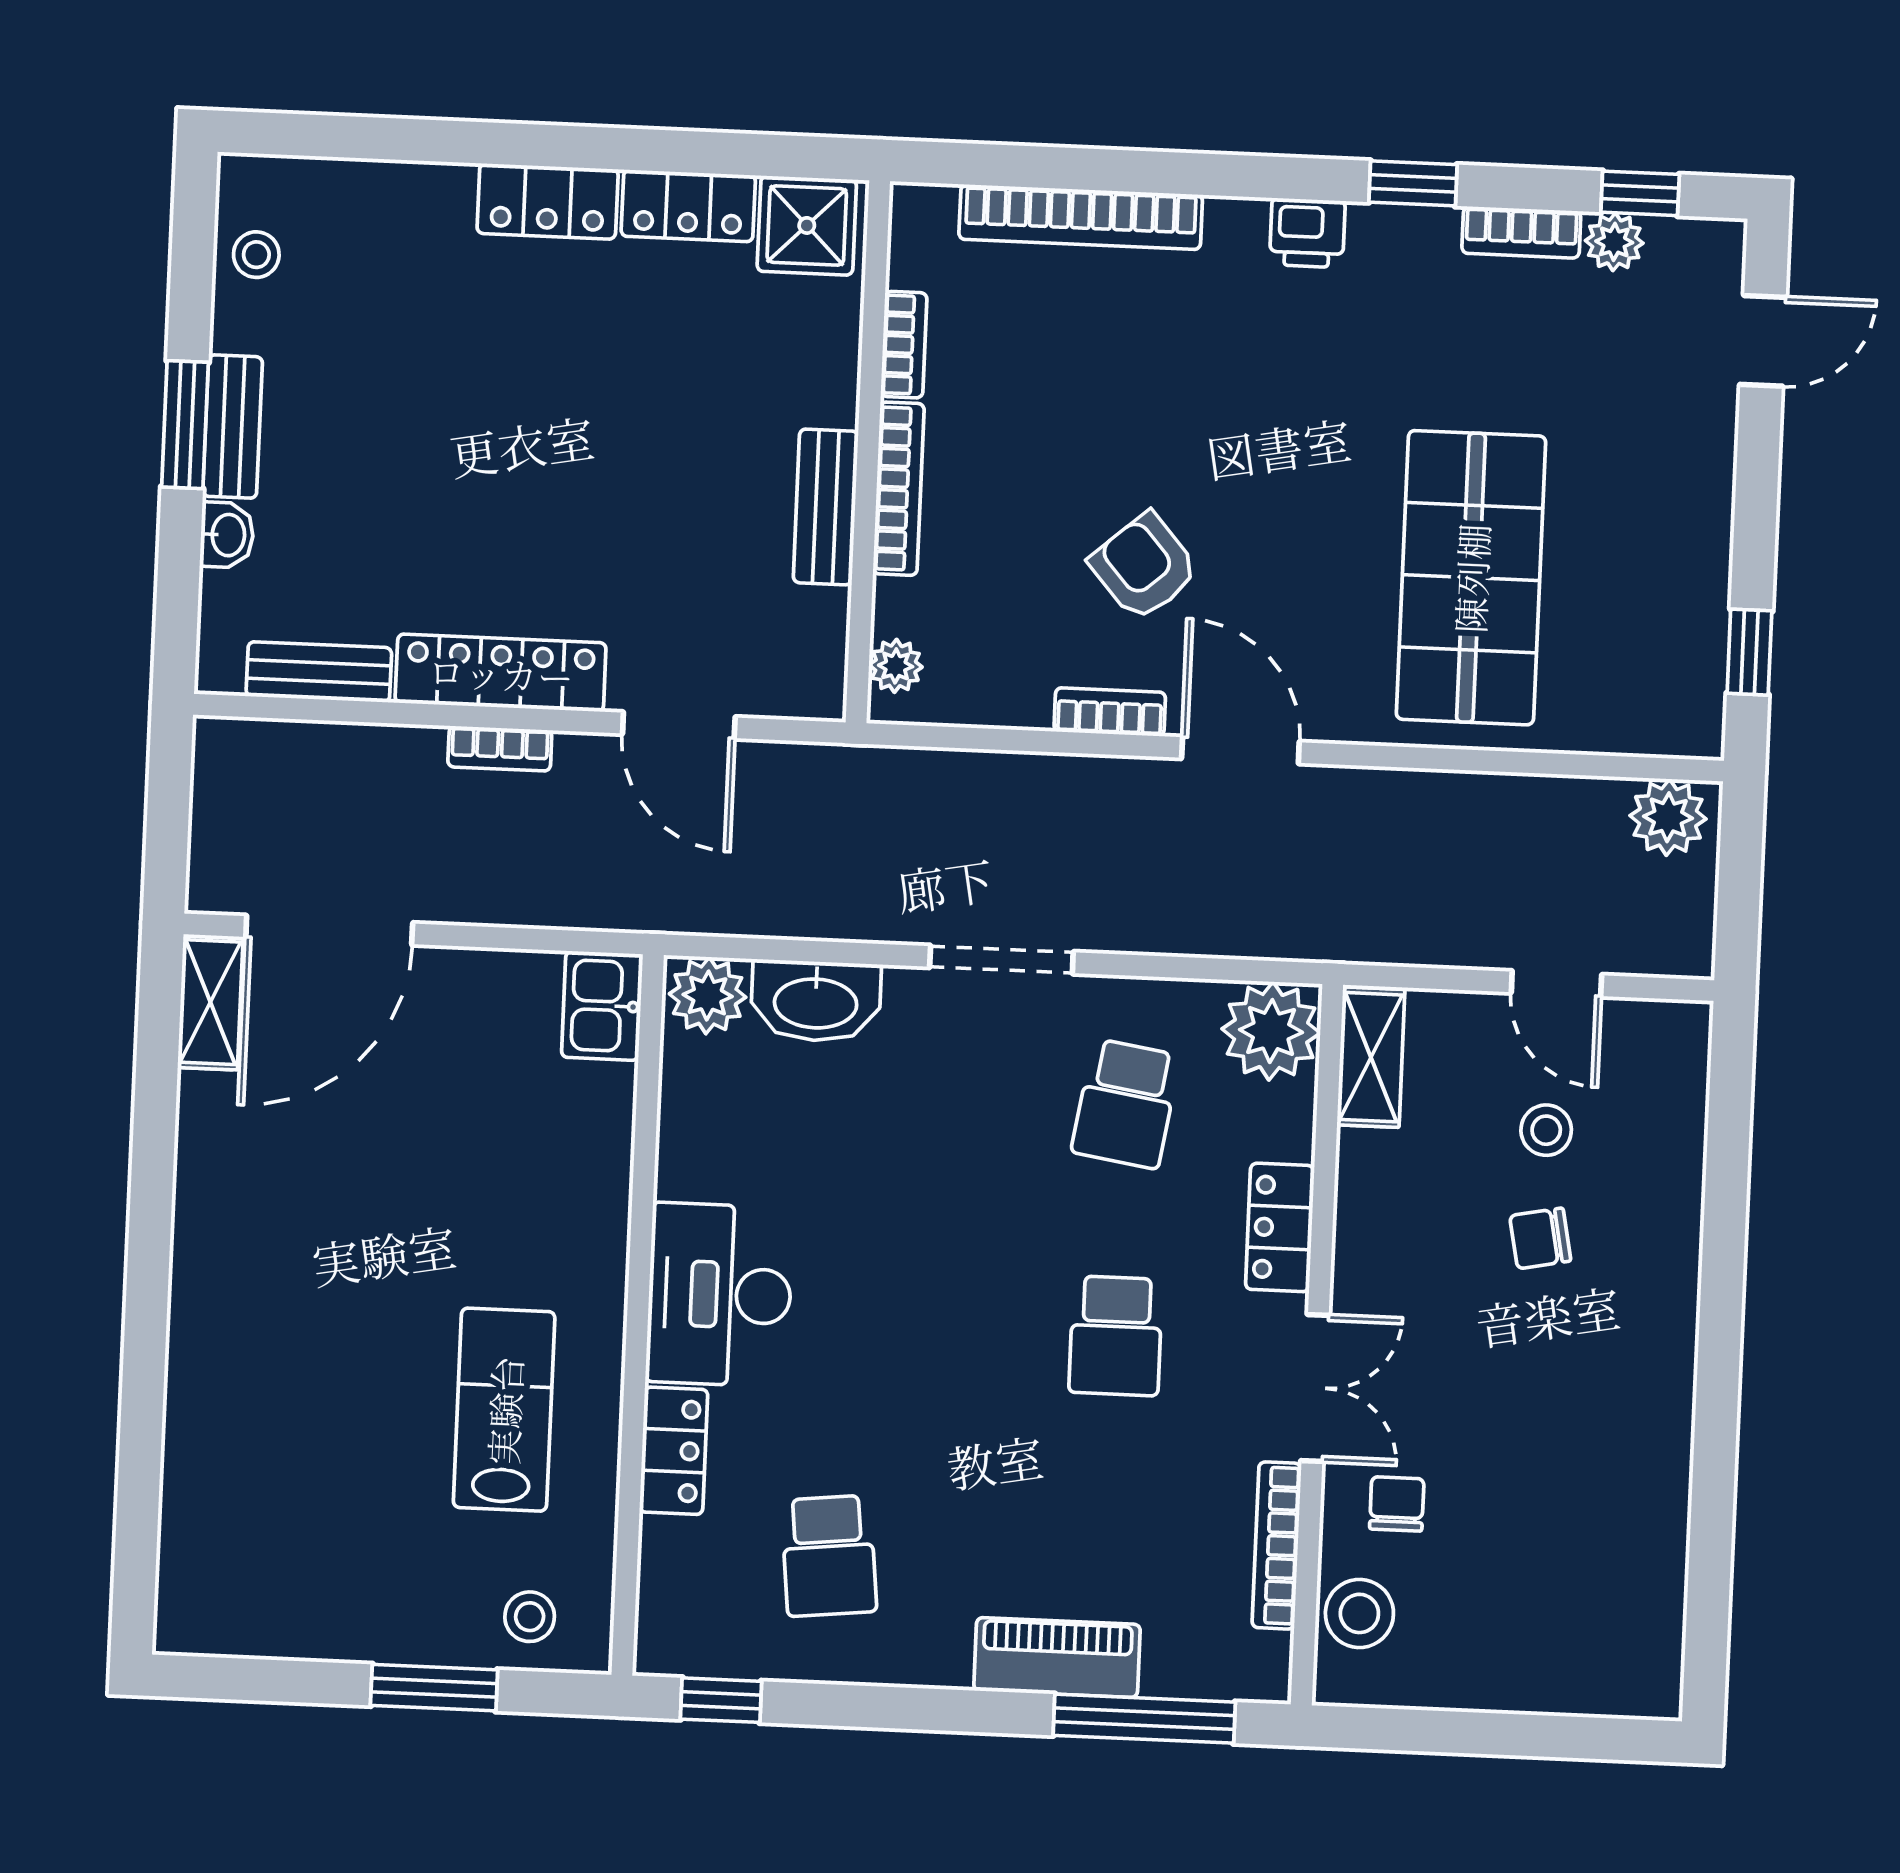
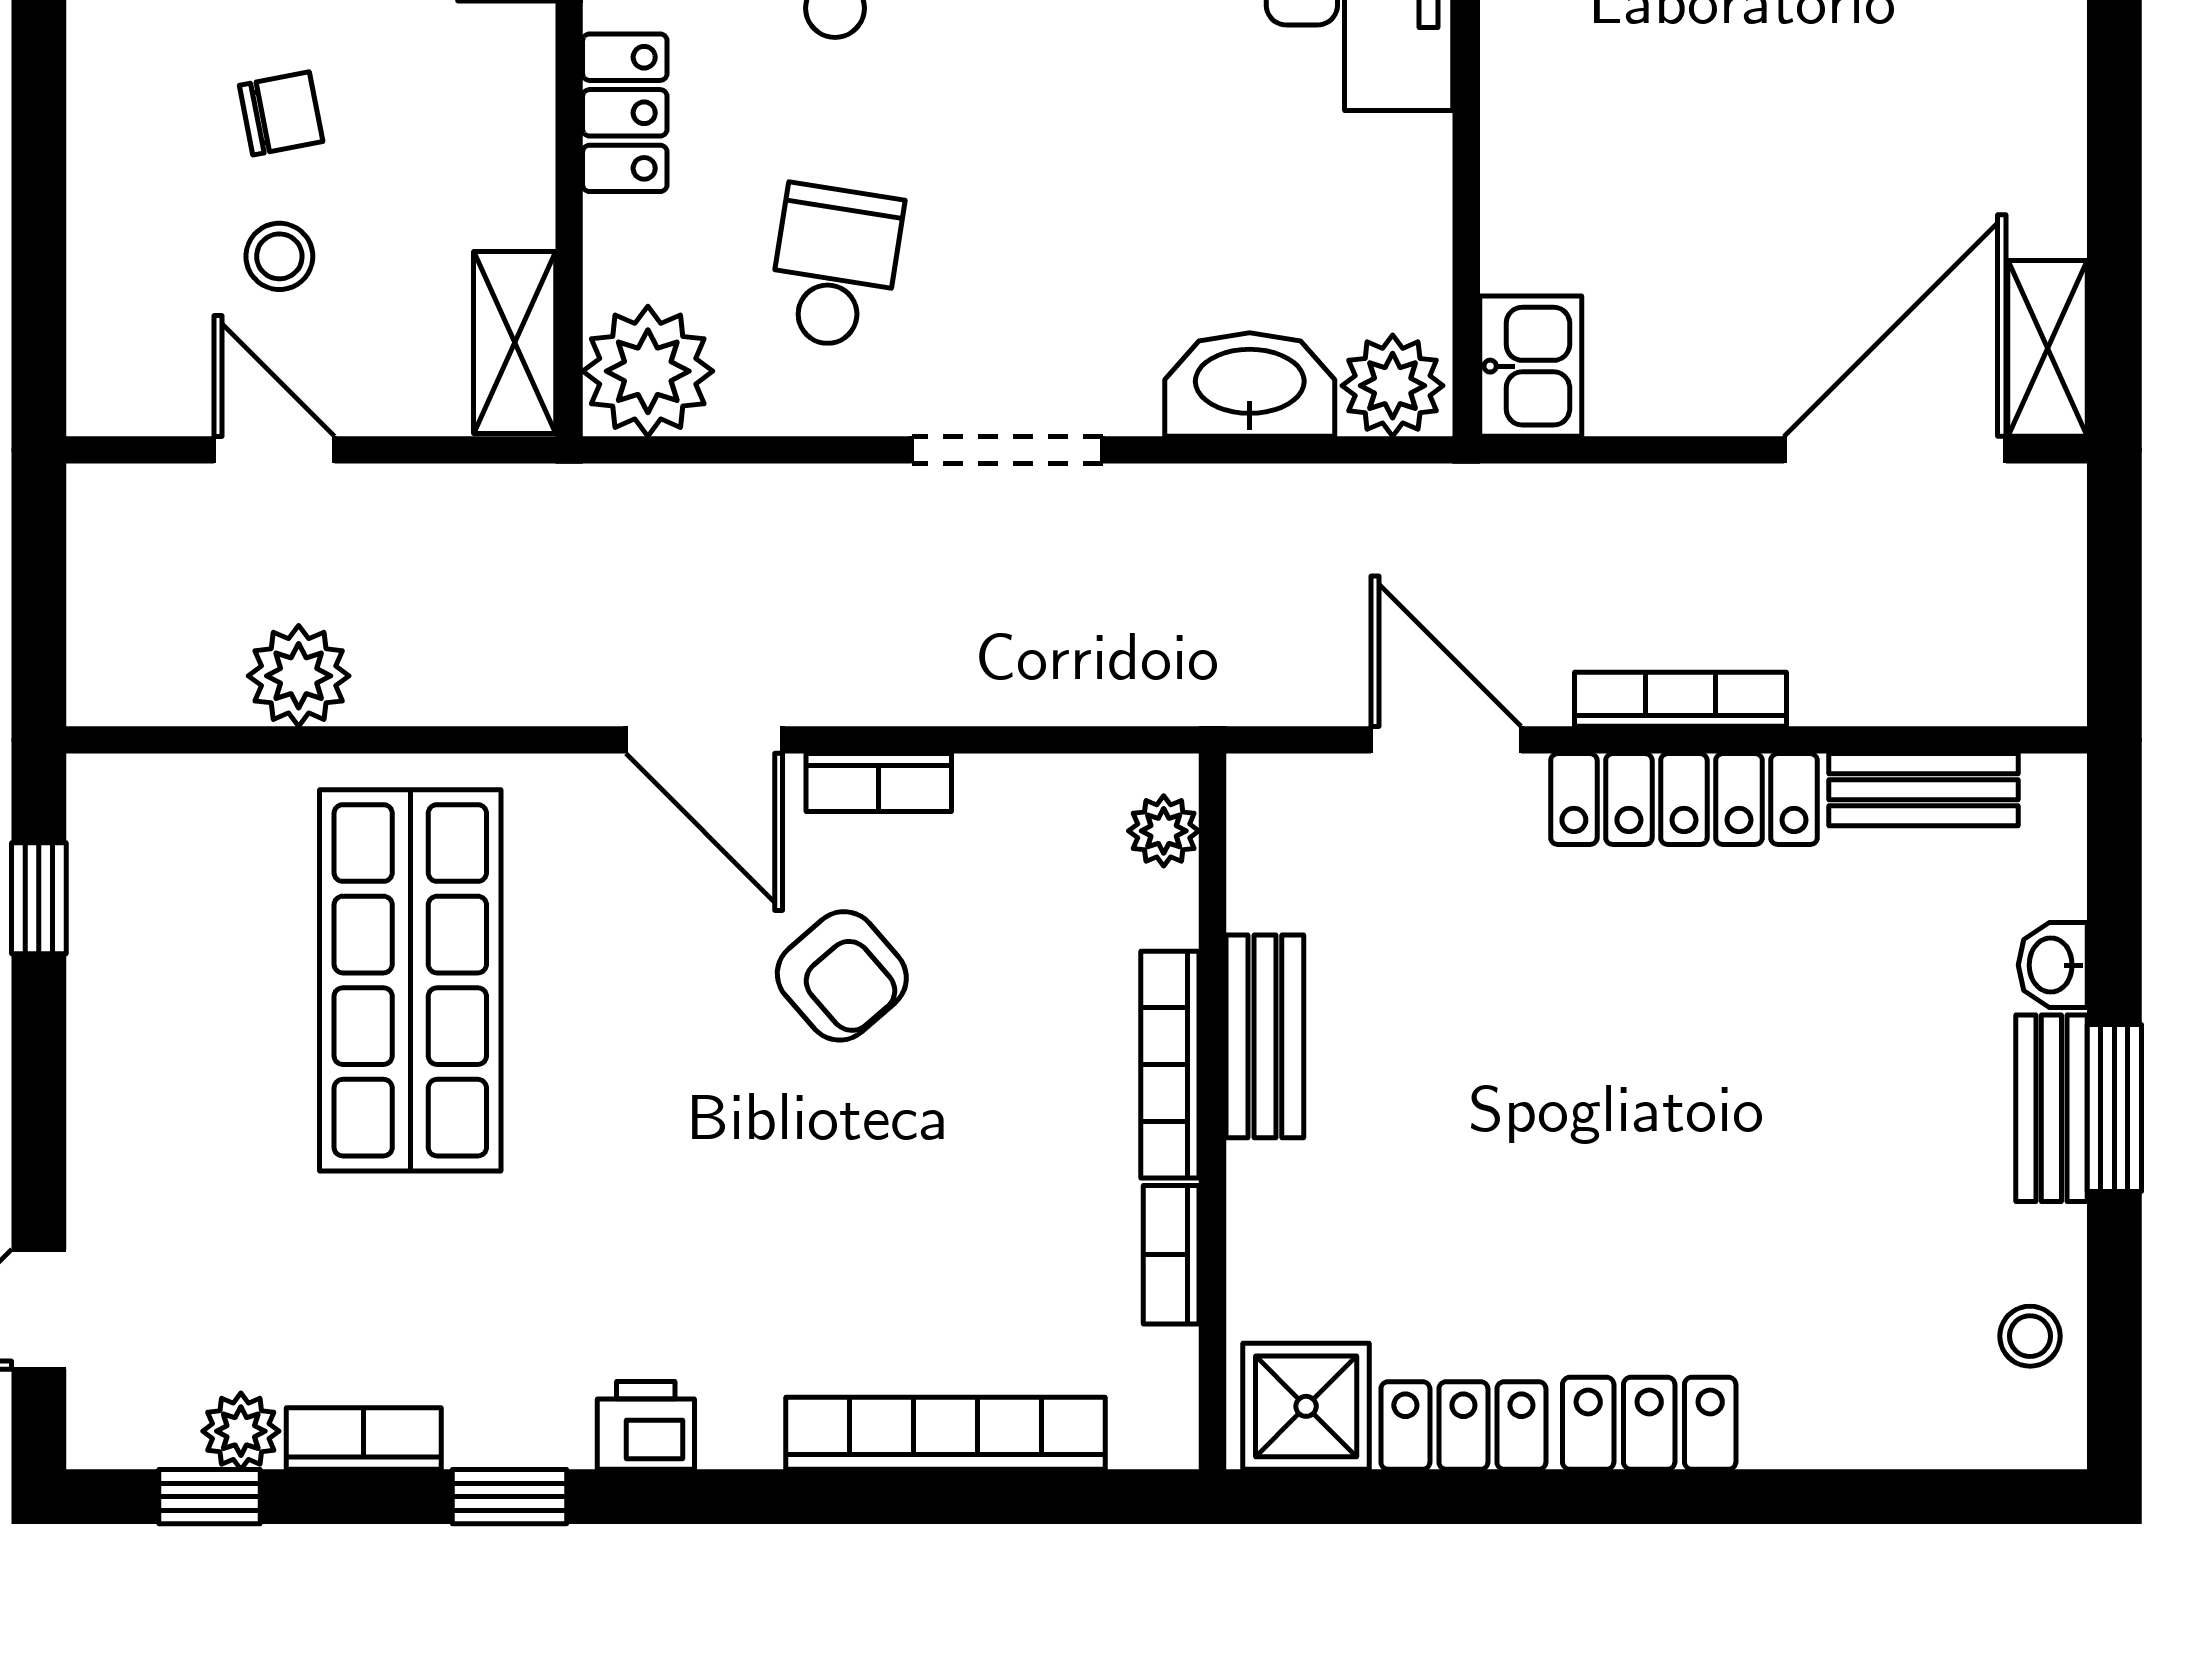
bookcase: (500, 749) -> (1681, 699), width x1.56
plant: (1668, 817) -> (299, 676), moved

